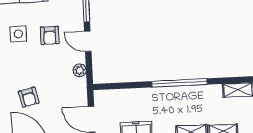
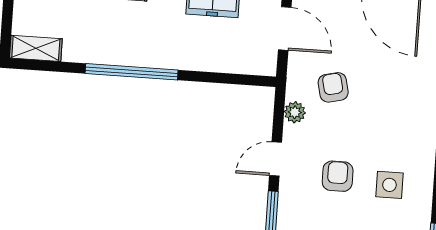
door: (88, 41) -> (276, 159), swing flipped
armchair: (29, 97) -> (333, 87), moved

